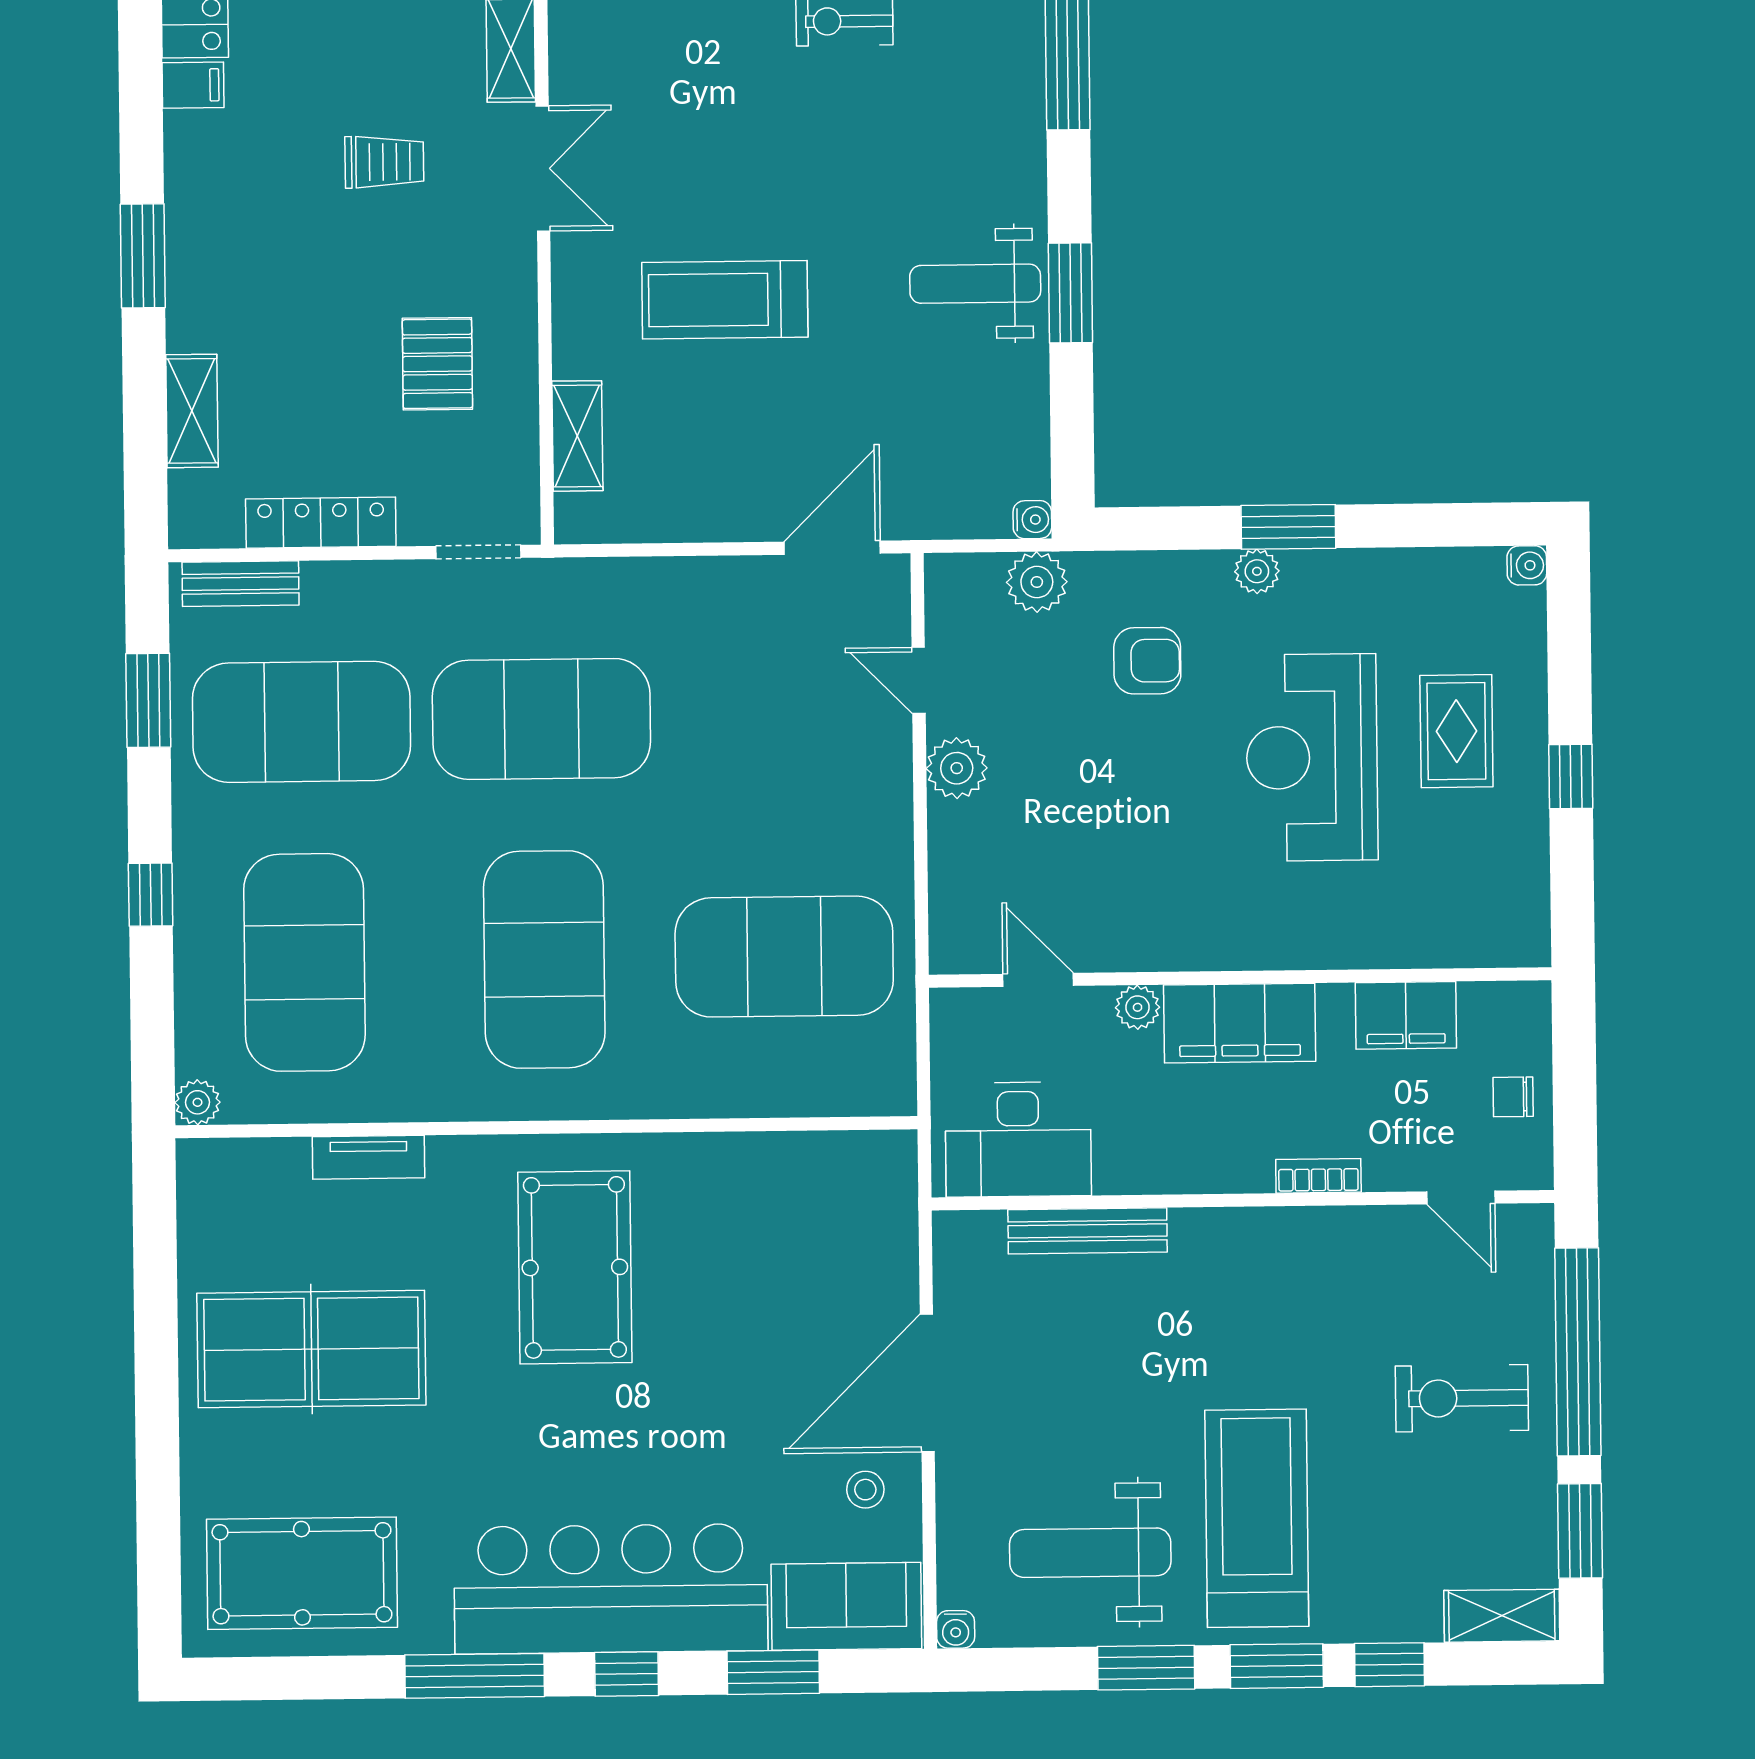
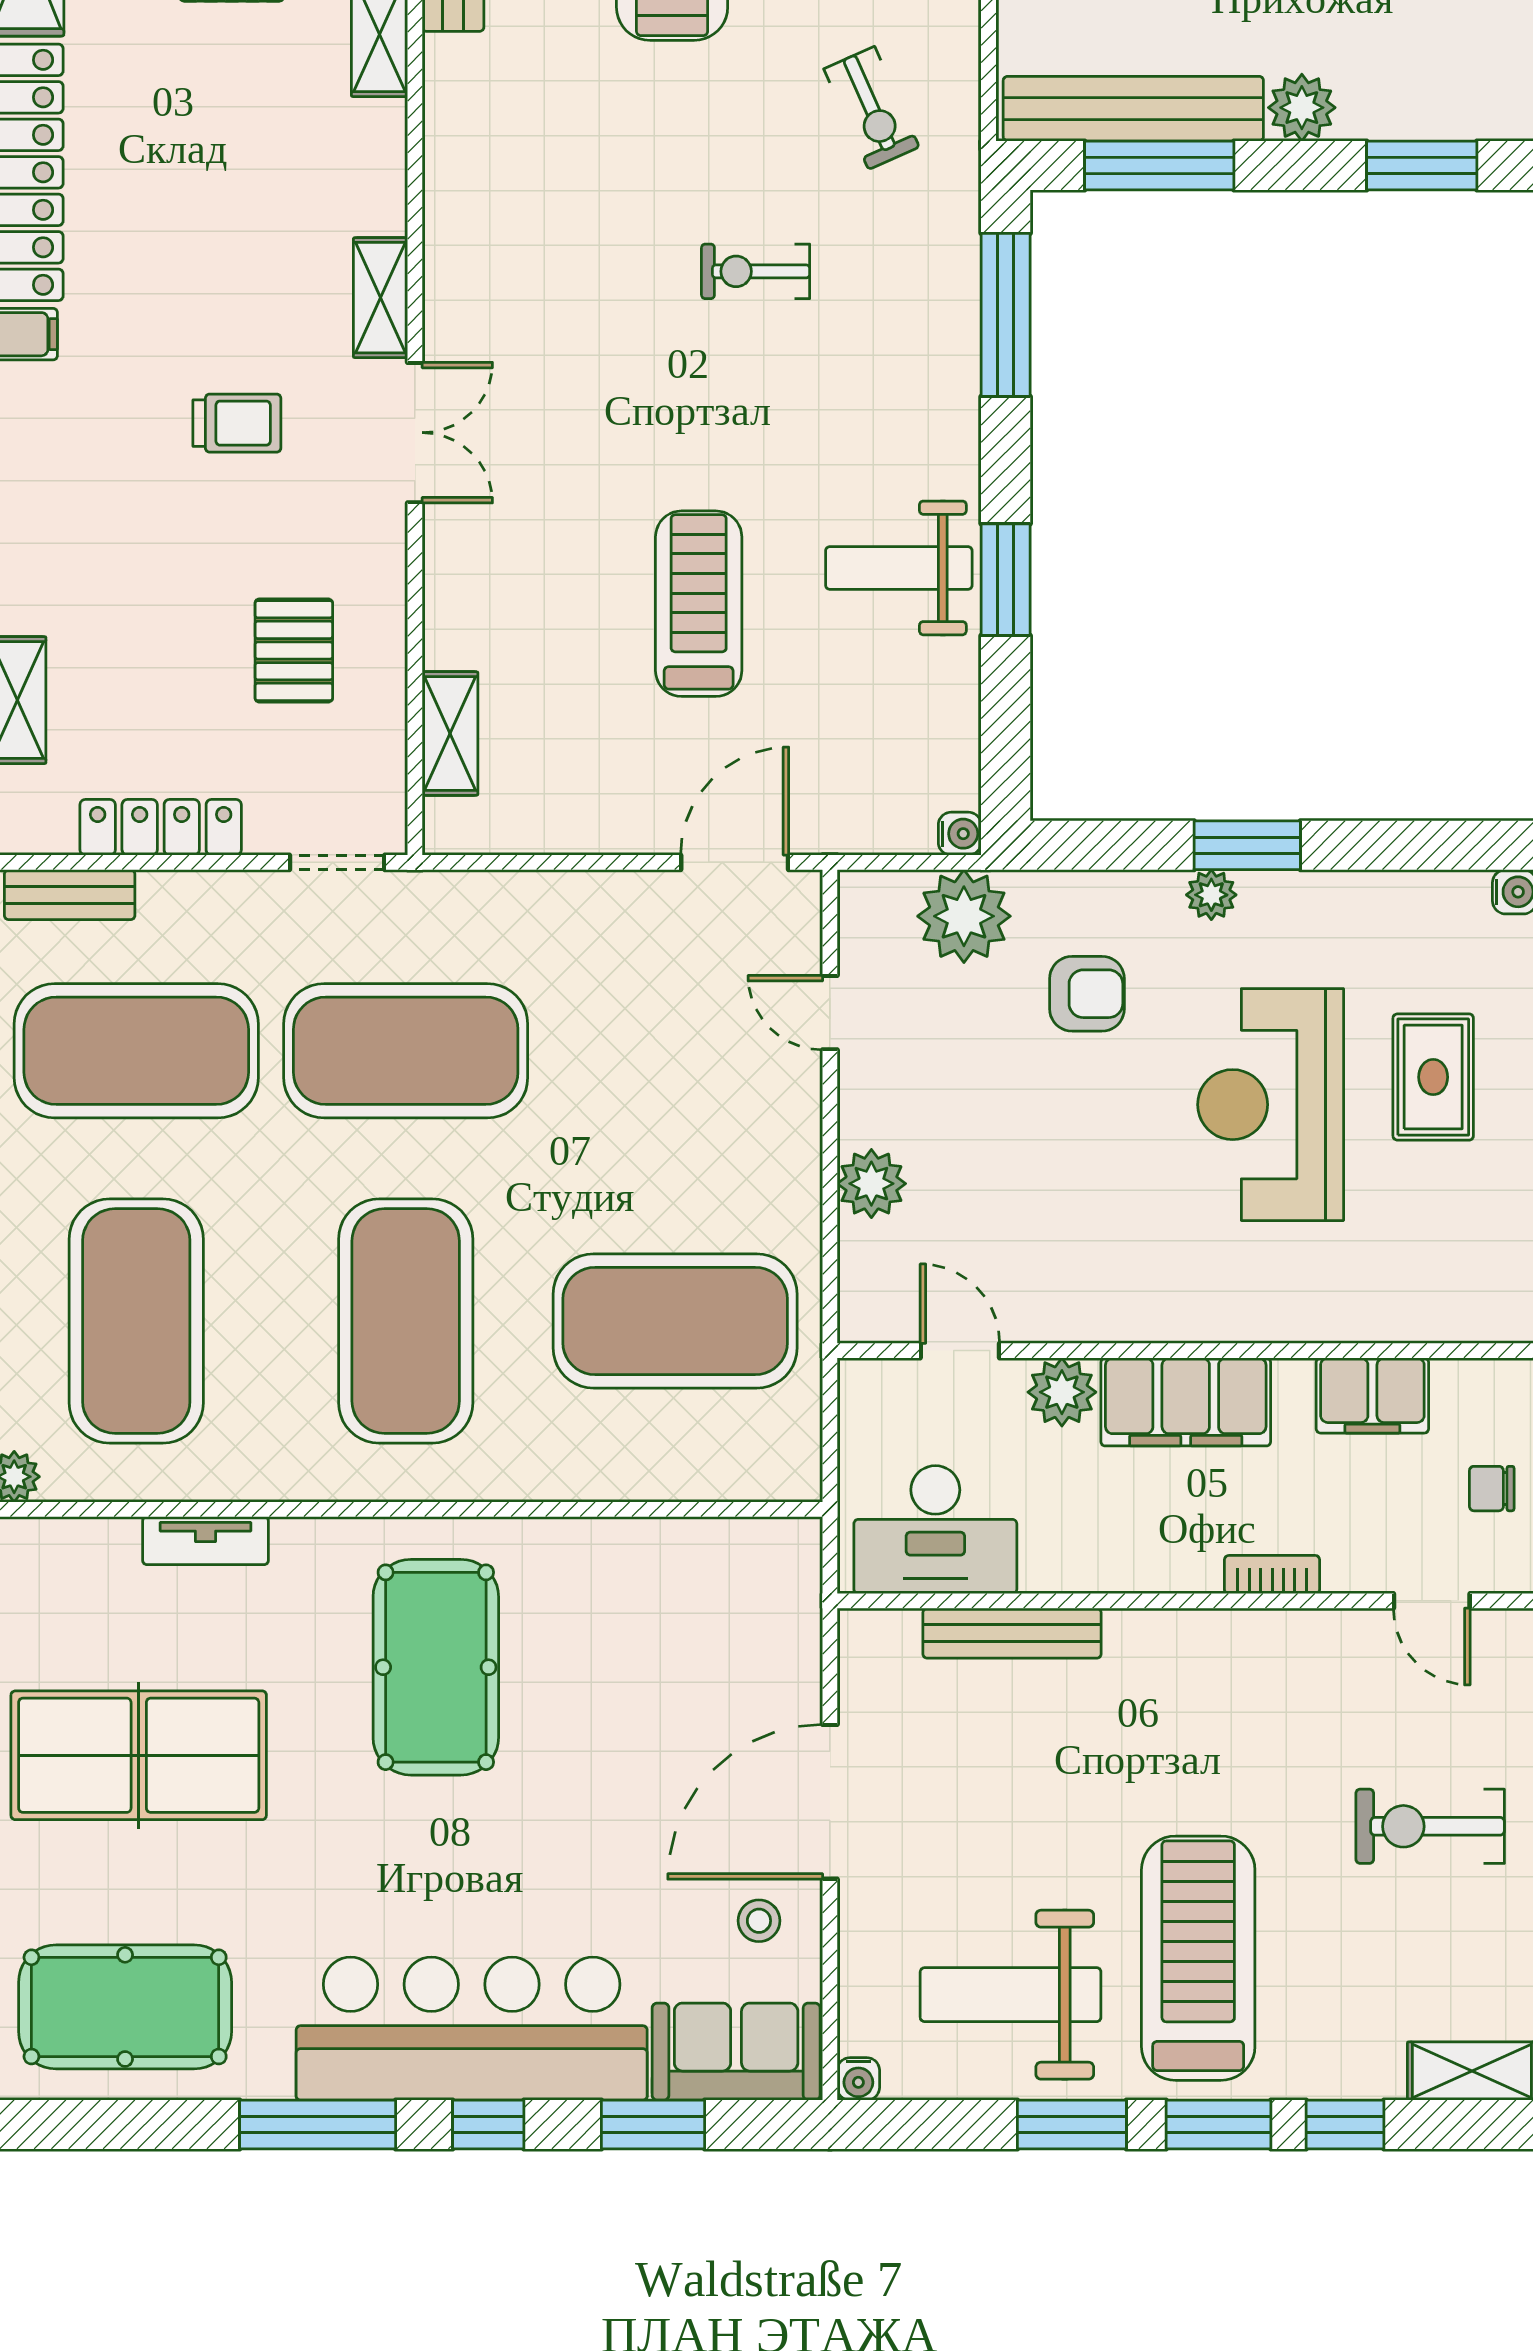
treadmill: (725, 300) -> (699, 604), moved, turned 90
plant: (1037, 582) -> (964, 916), width x1.36, depth x1.36
plant: (957, 768) -> (871, 1184), moved
plant: (1138, 1007) -> (1062, 1392), width x1.38, depth x1.38

